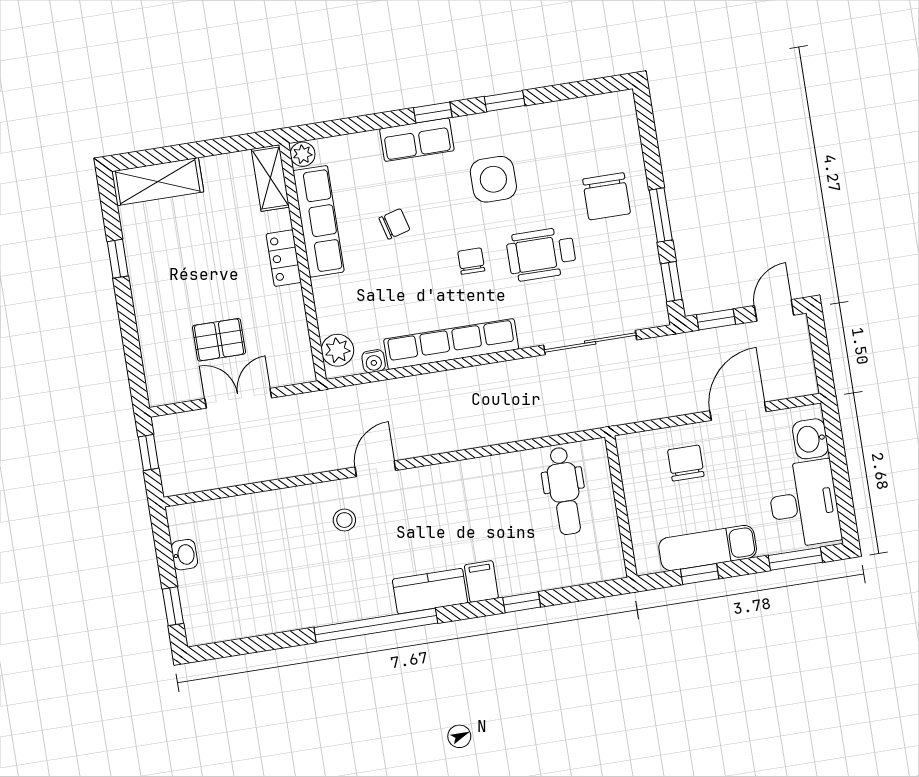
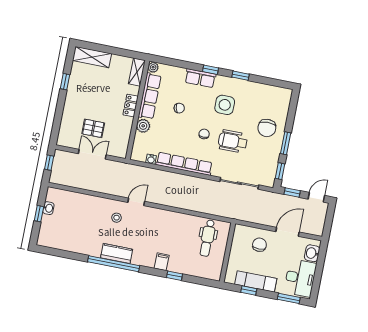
plant: (338, 350) -> (143, 126), moved
kitchen counter: (430, 591) -> (117, 253), moved
window: (173, 606) -> (39, 214), moved

